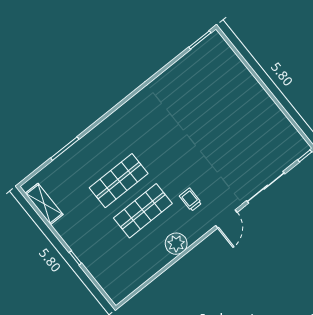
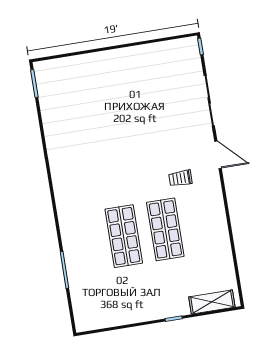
shelving: (44, 204) -> (212, 302), moved
plant: (176, 244) -> (214, 216), removed

